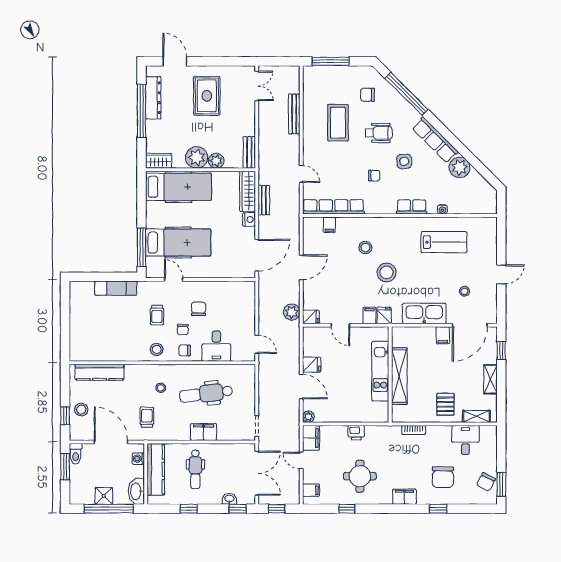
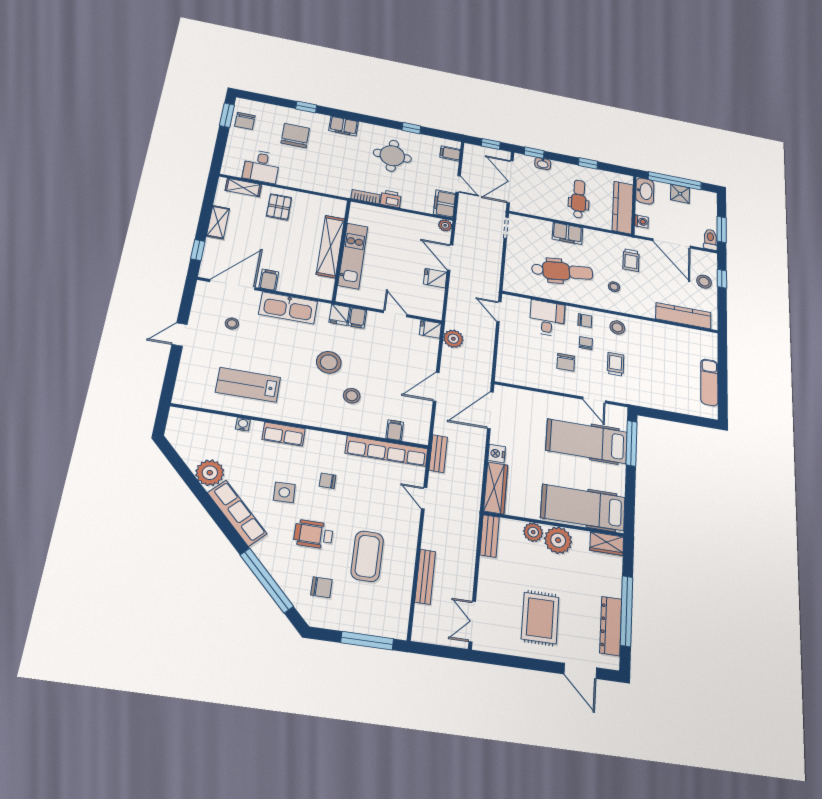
bench: (264, 200) -> (438, 454), moved
exam couch: (116, 288) -> (709, 382), moved, turned -90
bookcase: (414, 430) -> (366, 197), moved
chair: (486, 482) -> (245, 121), turned 152

